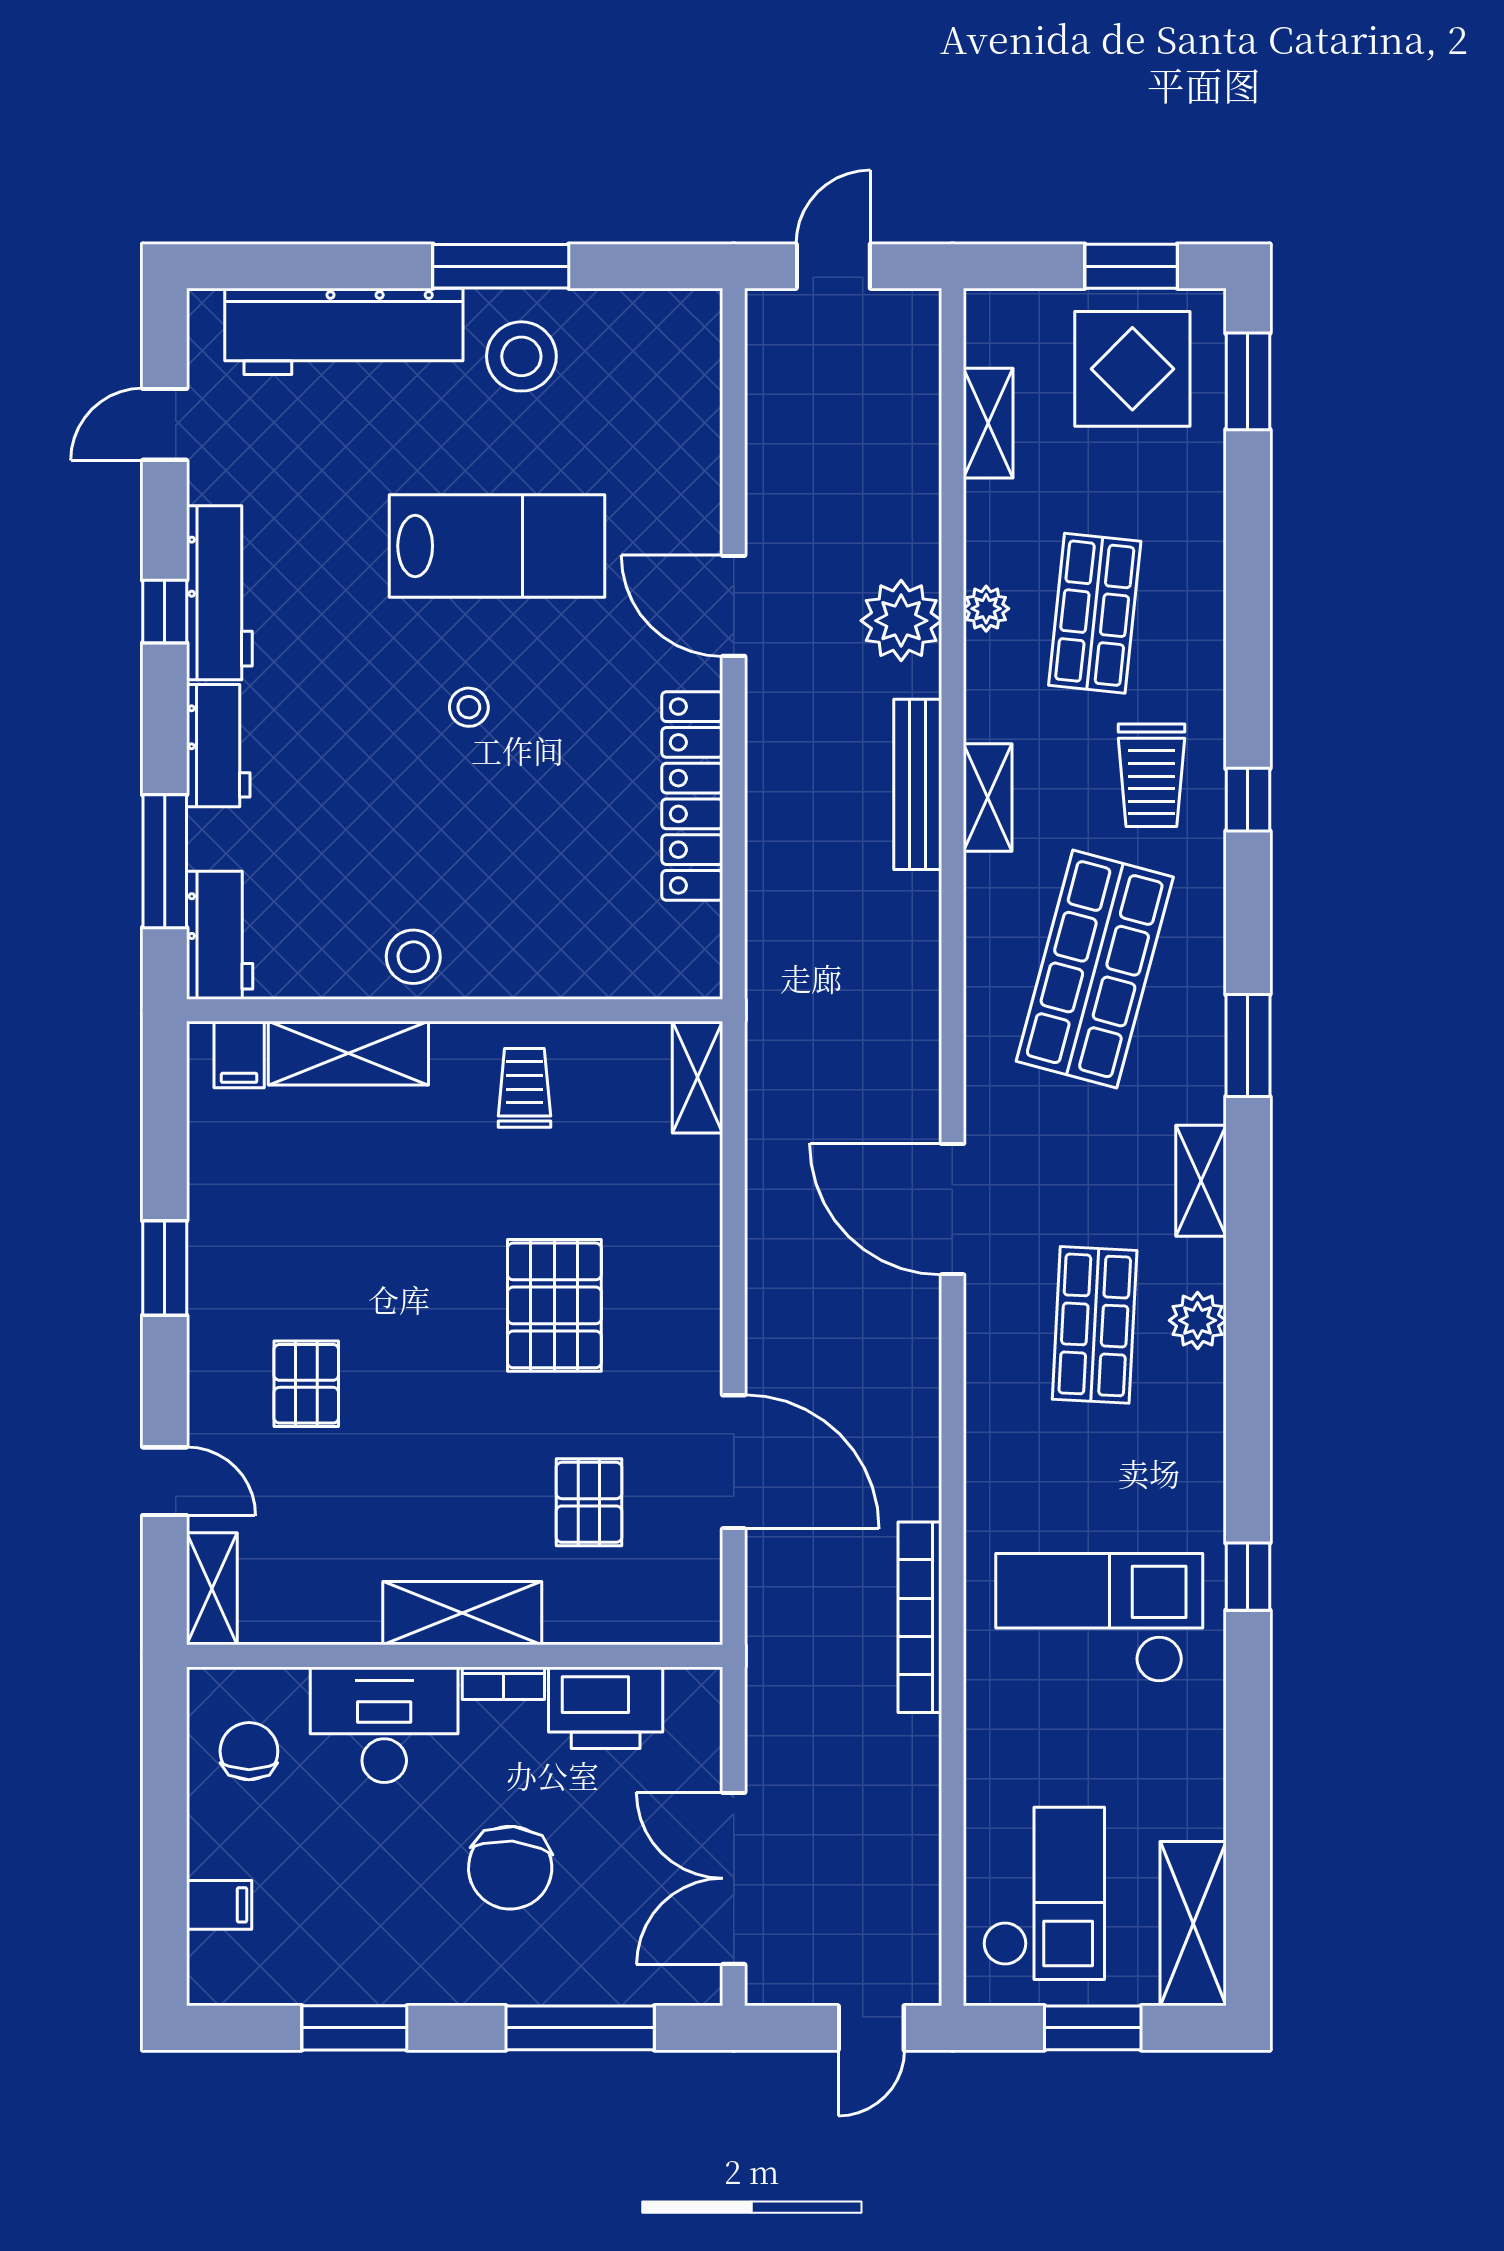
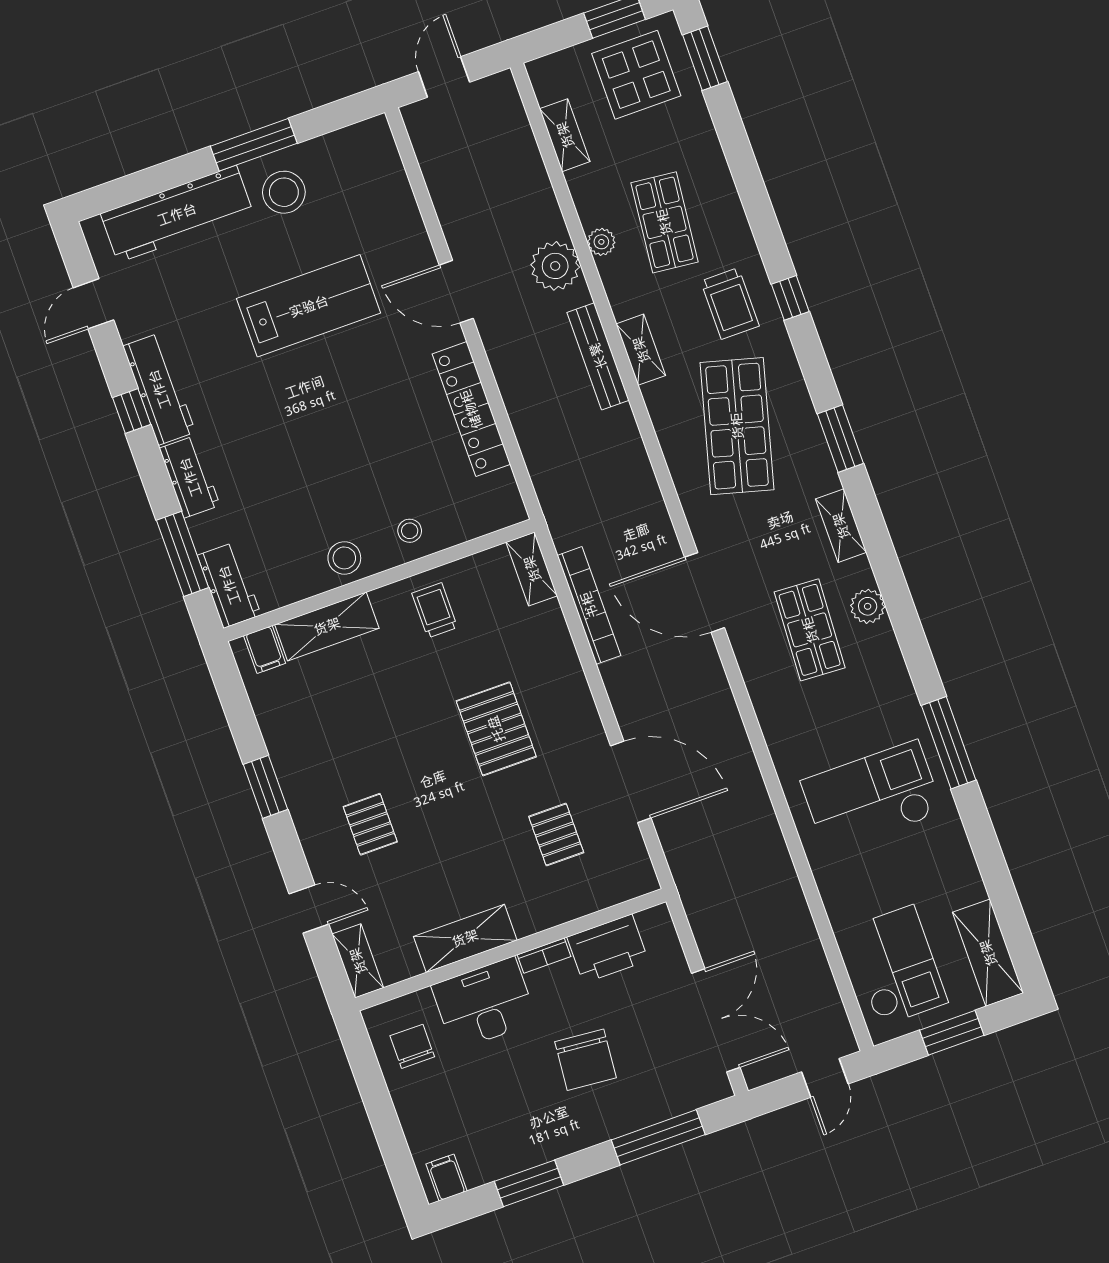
stool: (469, 707) -> (410, 531), moved
window: (1248, 1577) -> (949, 743), width x2.17
shelving: (462, 1613) -> (465, 938), moved
bookcase: (920, 1617) -> (589, 605), moved, turned 180
double door: (734, 1878) -> (716, 1020), swing flipped
filing cabinet: (219, 1905) -> (446, 1178), moved, turned -90

